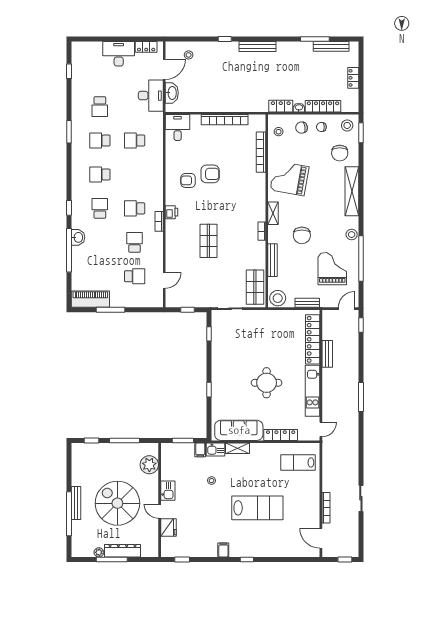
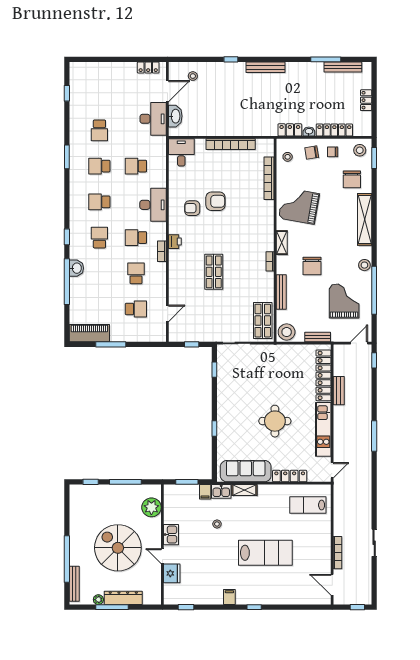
desk: (119, 54) -> (153, 205), moved, turned 90
bench: (76, 503) -> (74, 584), moved

